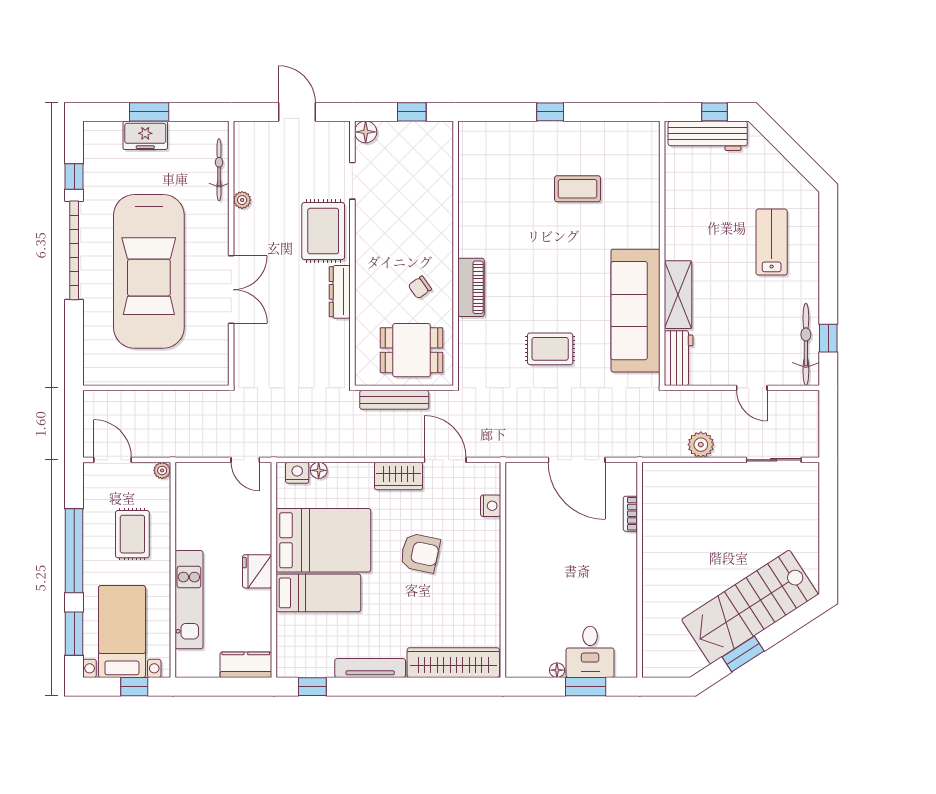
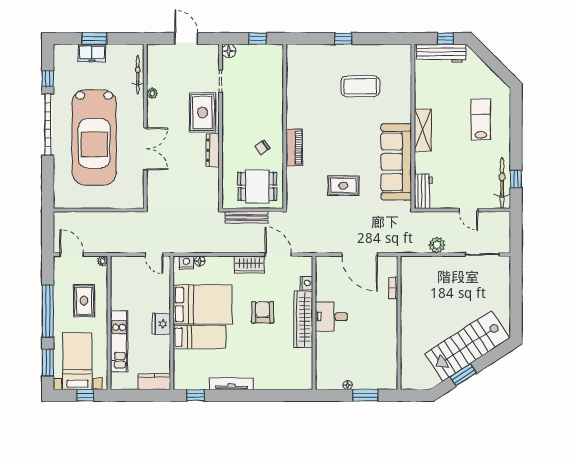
coffee table: (578, 189) -> (360, 86), width x1.36, depth x1.32
shelving: (678, 295) -> (423, 130), moved
armchair: (420, 553) -> (263, 312), turned -102
desk: (590, 652) -> (331, 317), moved, turned 90
wardrobe: (453, 663) -> (303, 319), moved, turned -90

